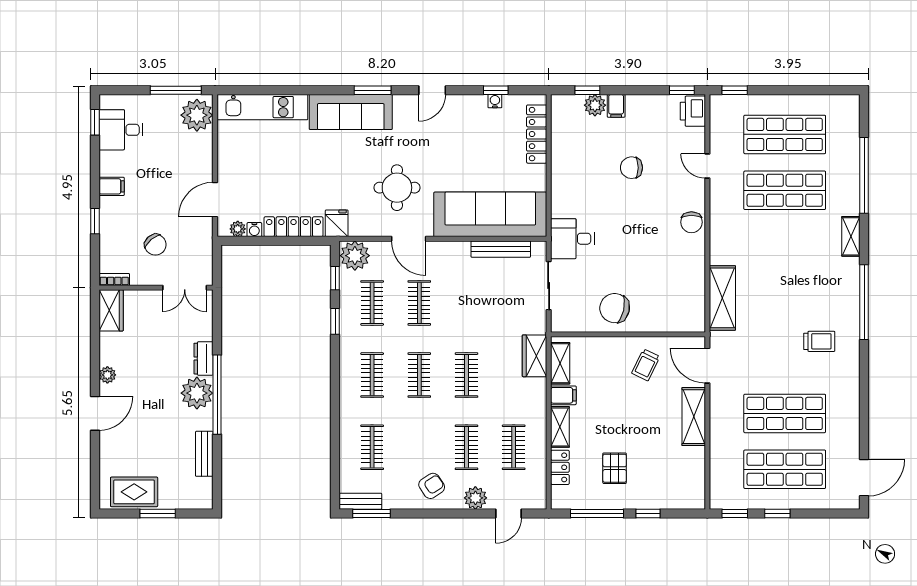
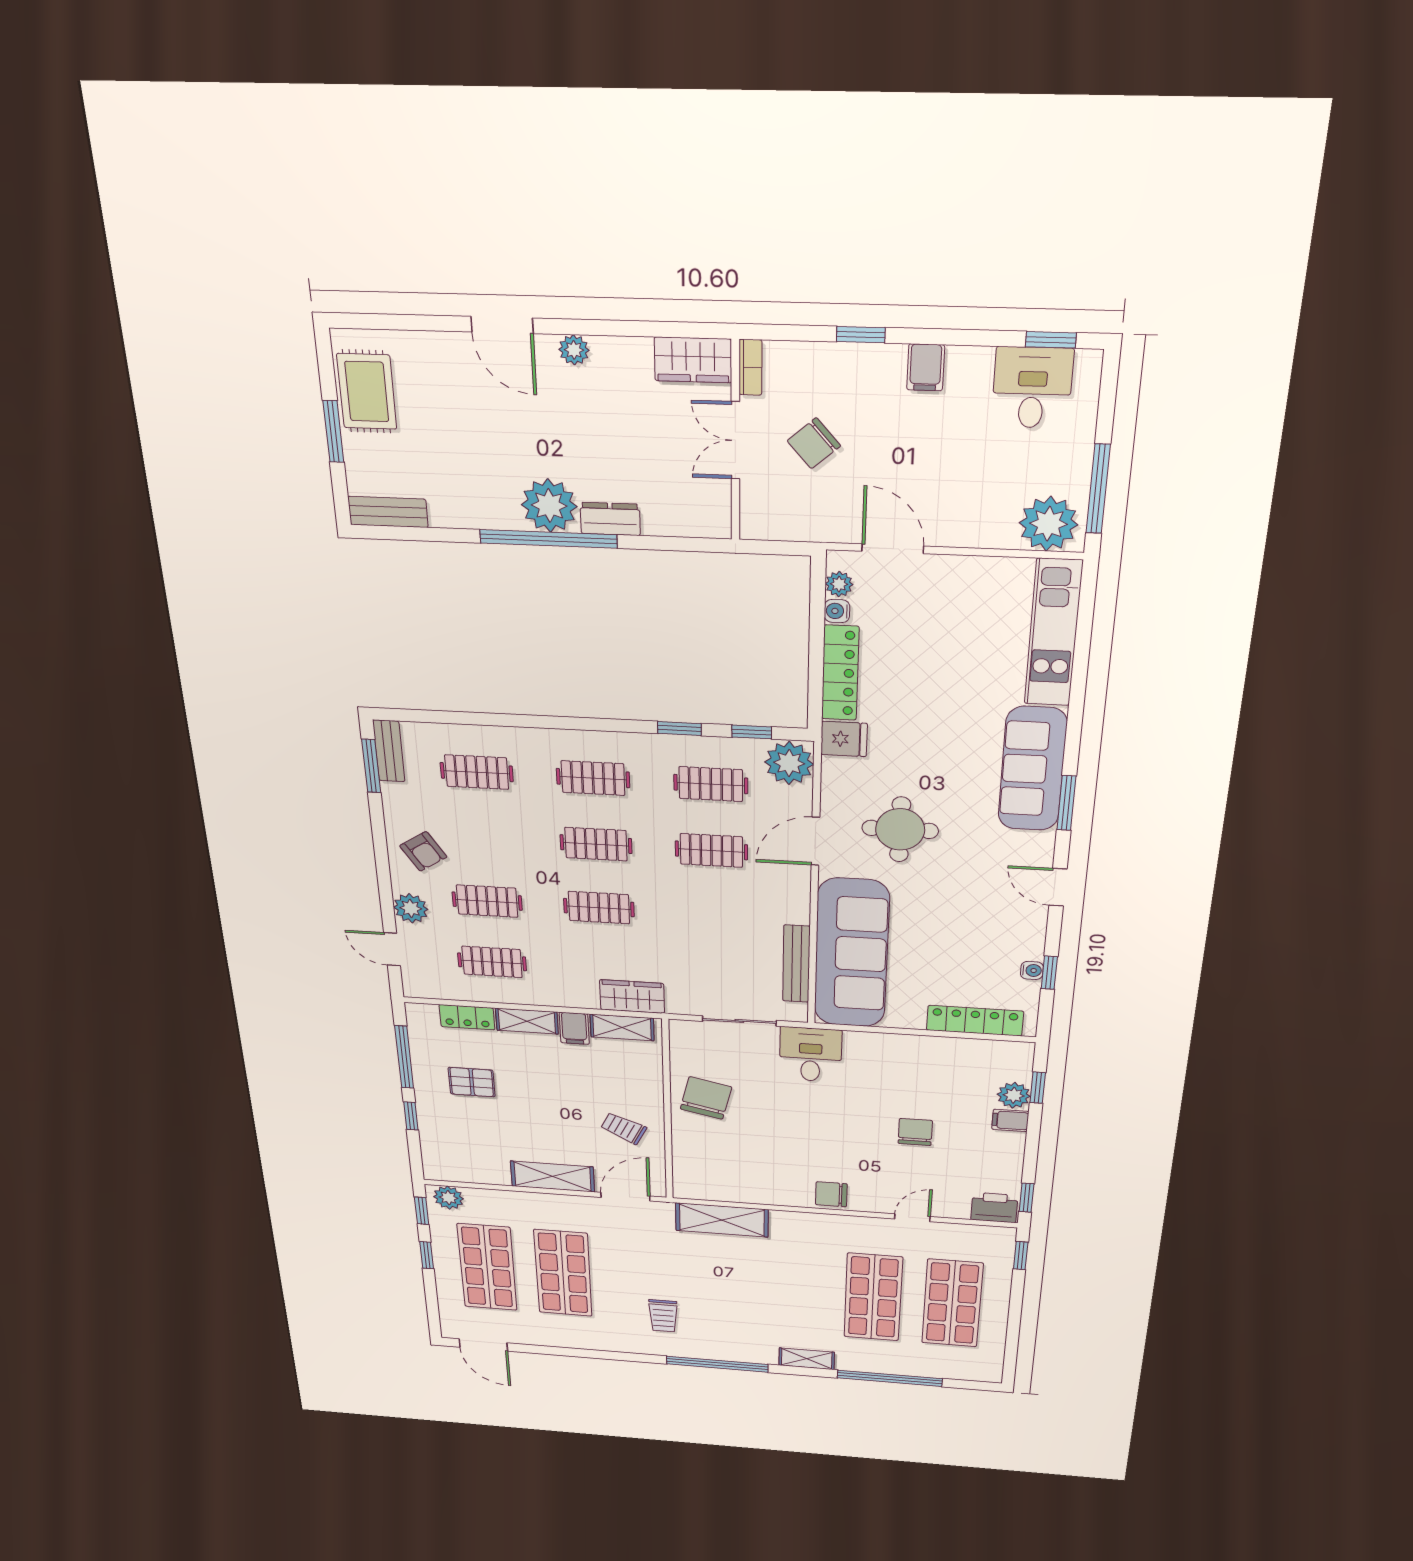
double door: (185, 288) -> (735, 440), moved
bench: (204, 454) -> (388, 512), moved
plant: (720, 493) -> (449, 1198), added

